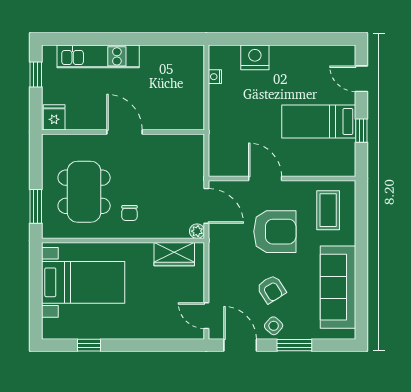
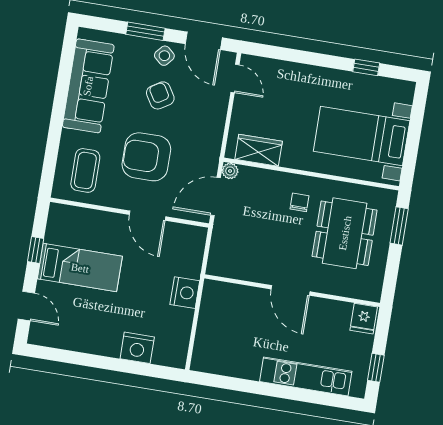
nightstand: (215, 77) -> (185, 293), moved, width x1.89, depth x1.79
door: (206, 206) -> (216, 196), hinge flipped

